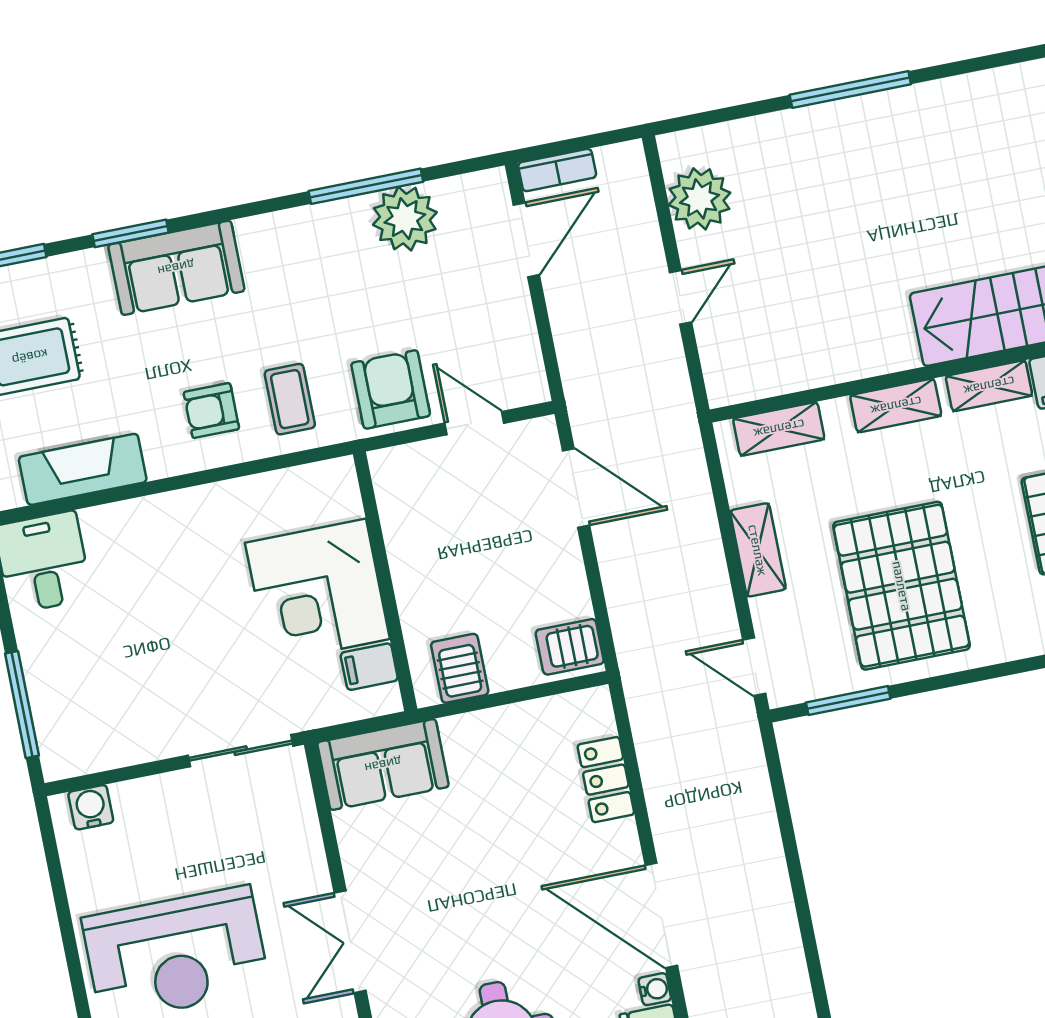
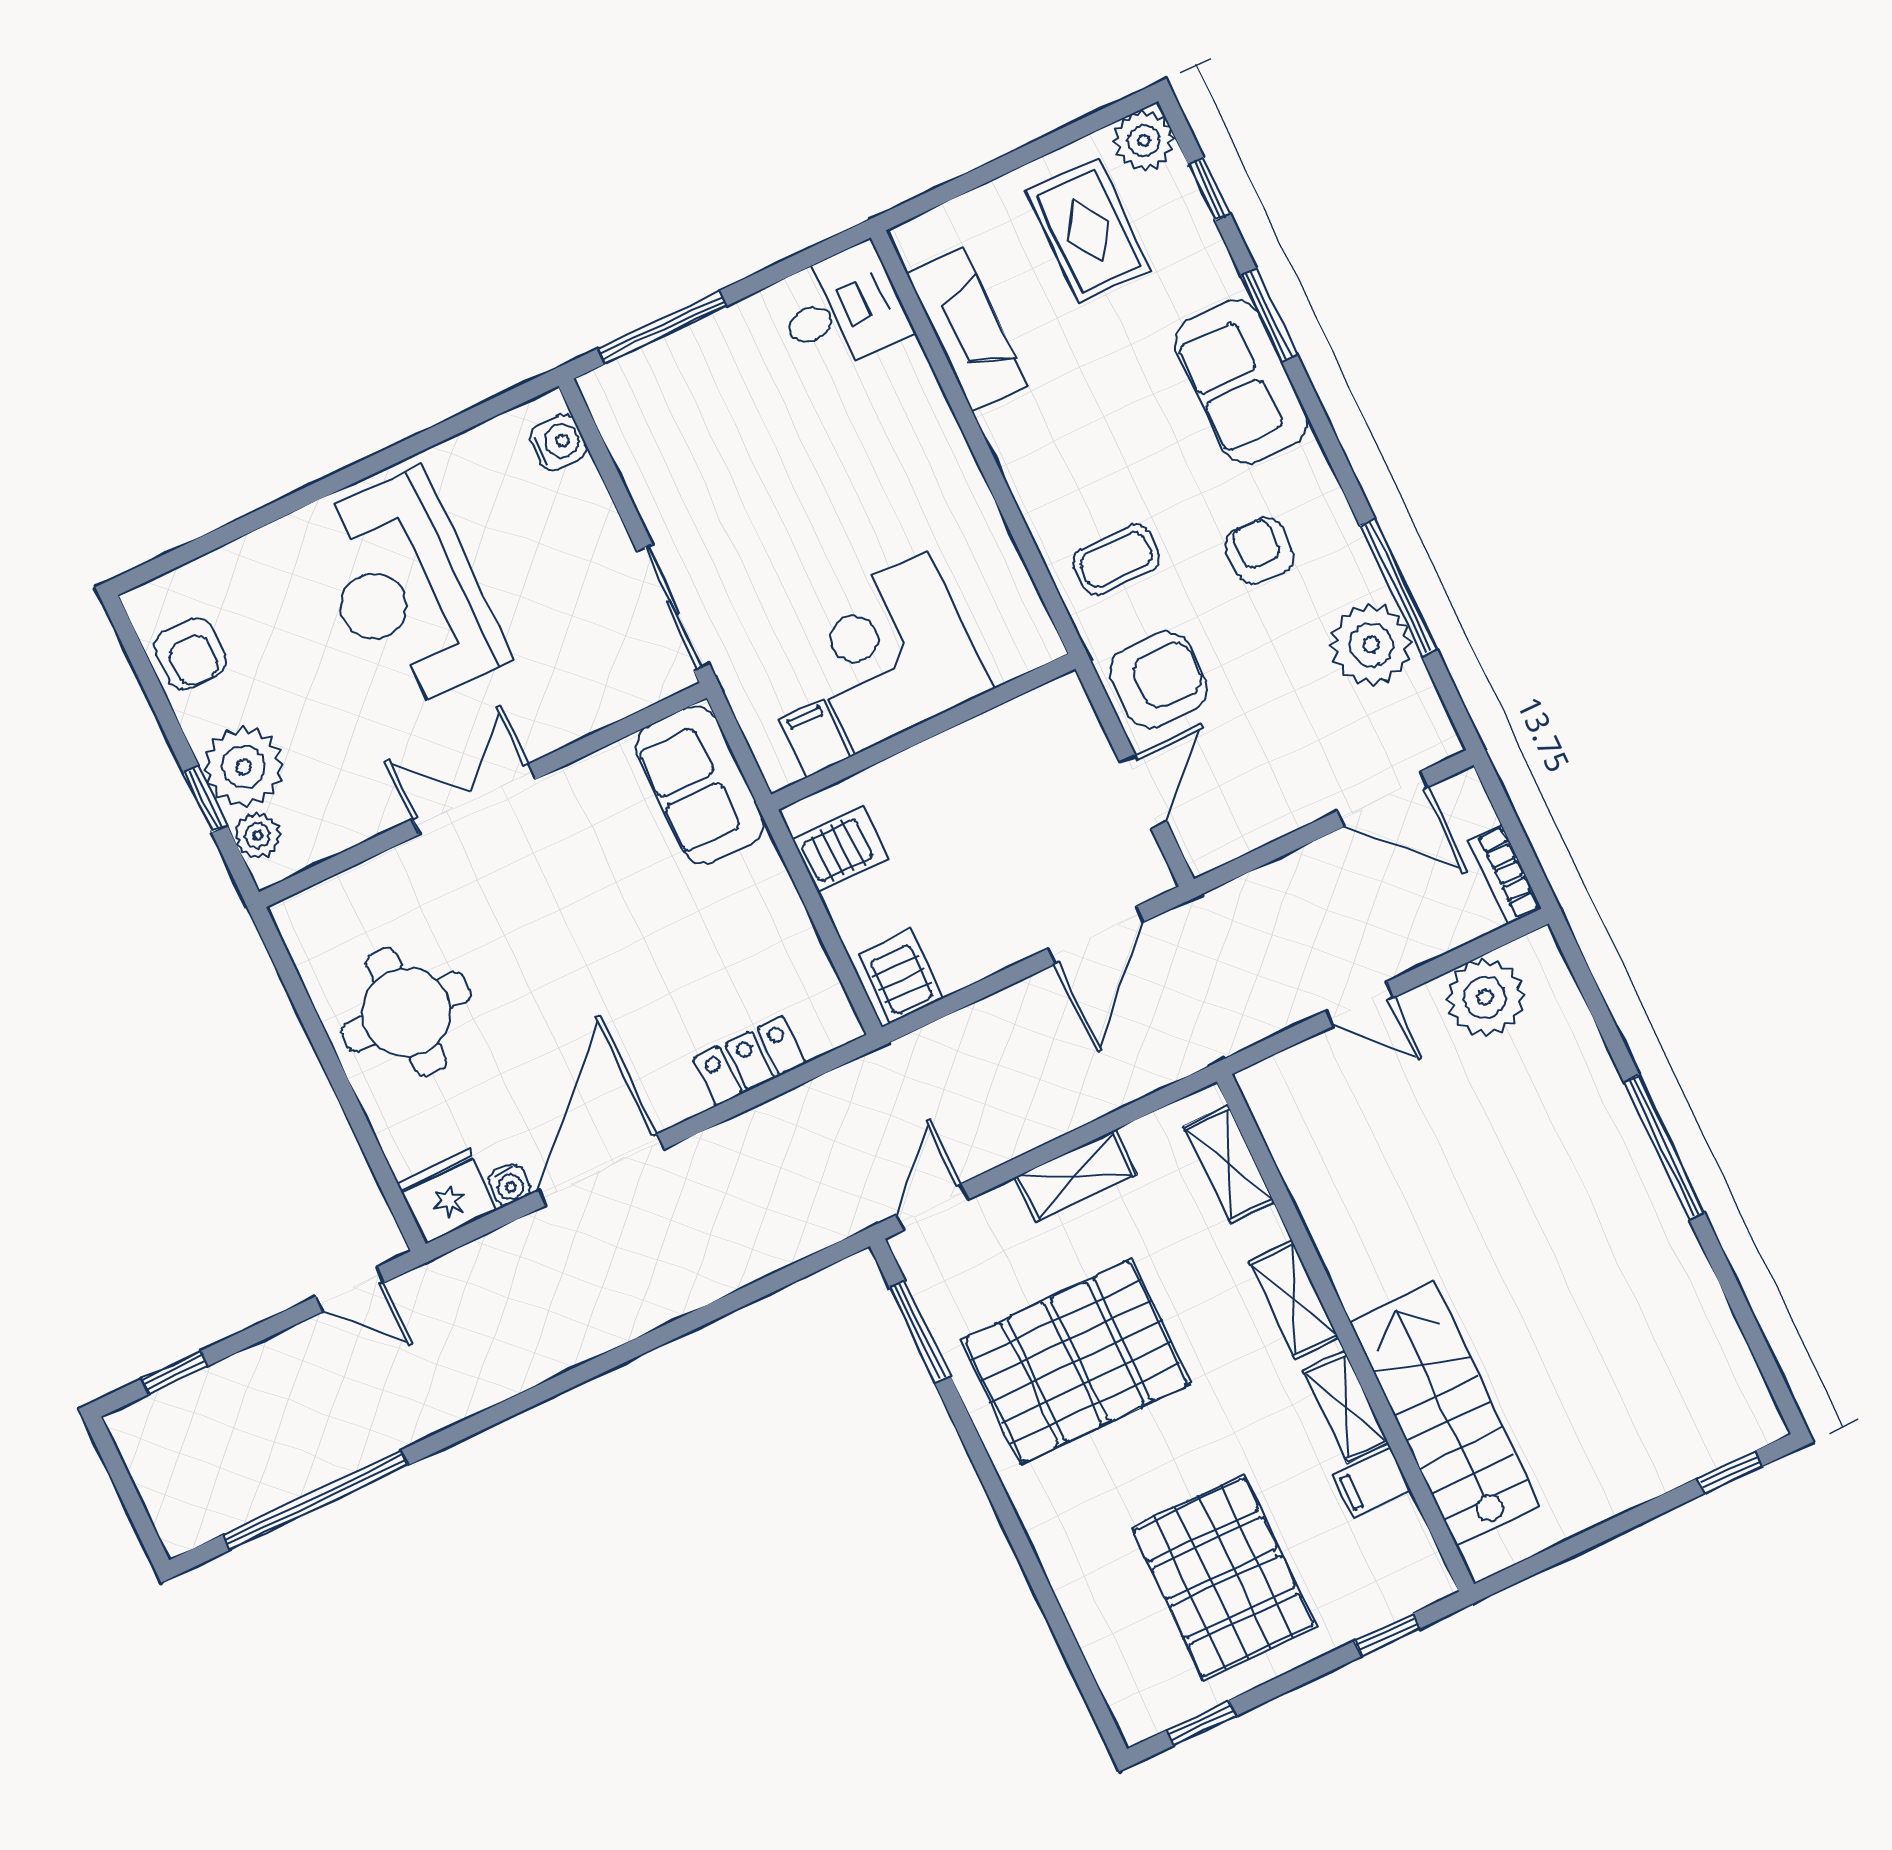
bookcase: (557, 170) -> (1505, 874), moved
armchair: (211, 411) -> (1260, 551), moved

